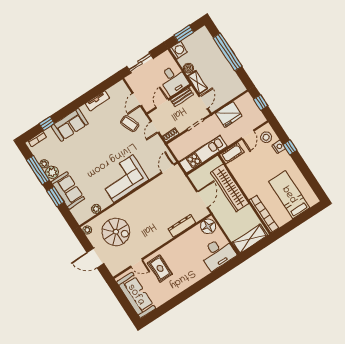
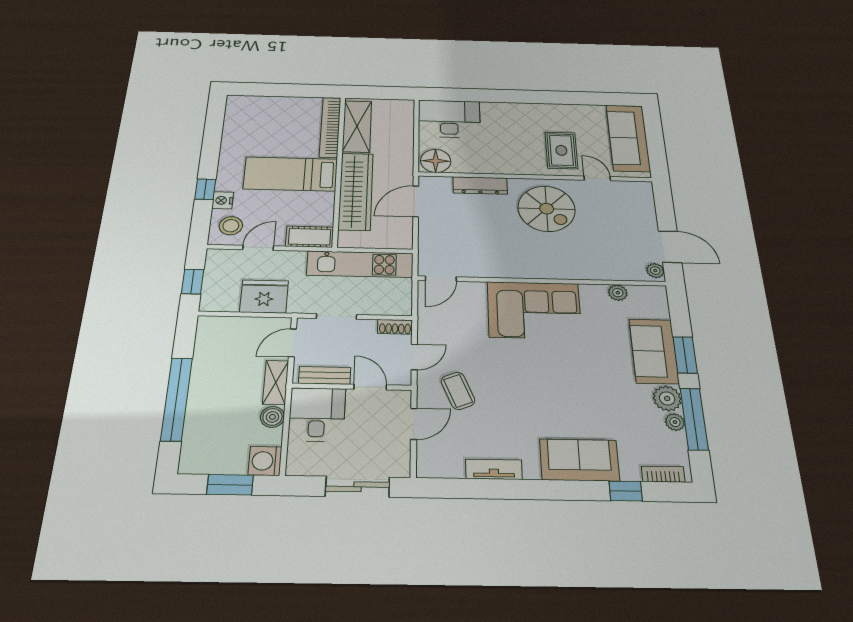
door: (162, 104) -> (370, 387), swing flipped
bed: (289, 195) -> (291, 174), moved, turned 90
spiral stairs: (116, 232) -> (547, 209), moved, turned 180
shelving: (250, 239) -> (357, 126), moved, turned 90
door: (95, 258) -> (670, 247), moved

